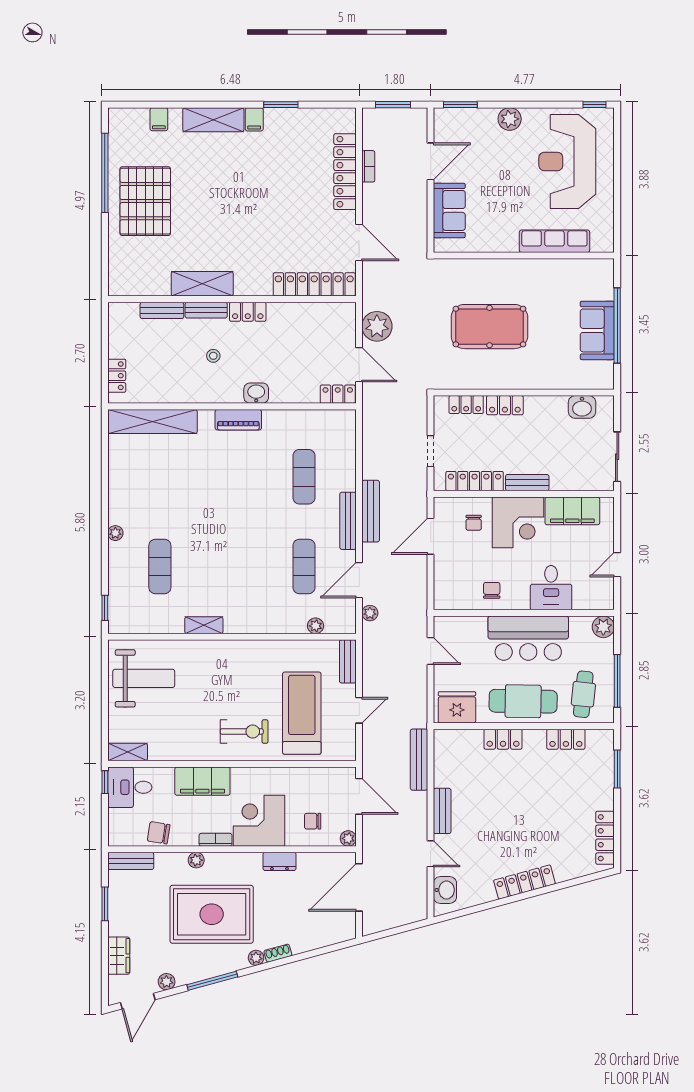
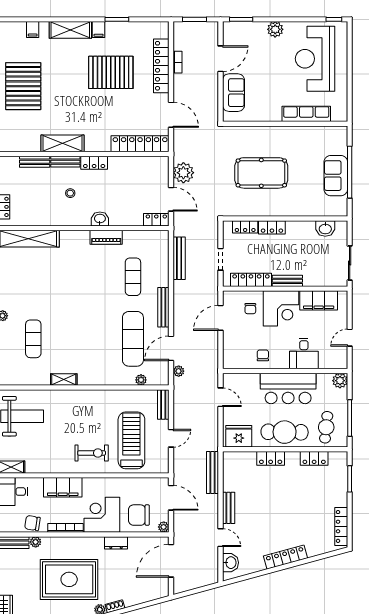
pallet: (272, 181) -> (111, 72), added
piano: (238, 420) -> (106, 237), moved
bench: (371, 511) -> (179, 258), moved
exercise mat: (304, 566) -> (133, 339), width x1.36, depth x1.45
chair: (313, 821) -> (139, 515), width x1.87, depth x1.87
bookcase: (216, 840) -> (65, 528), width x1.56
plant: (196, 860) -> (36, 542), moved

